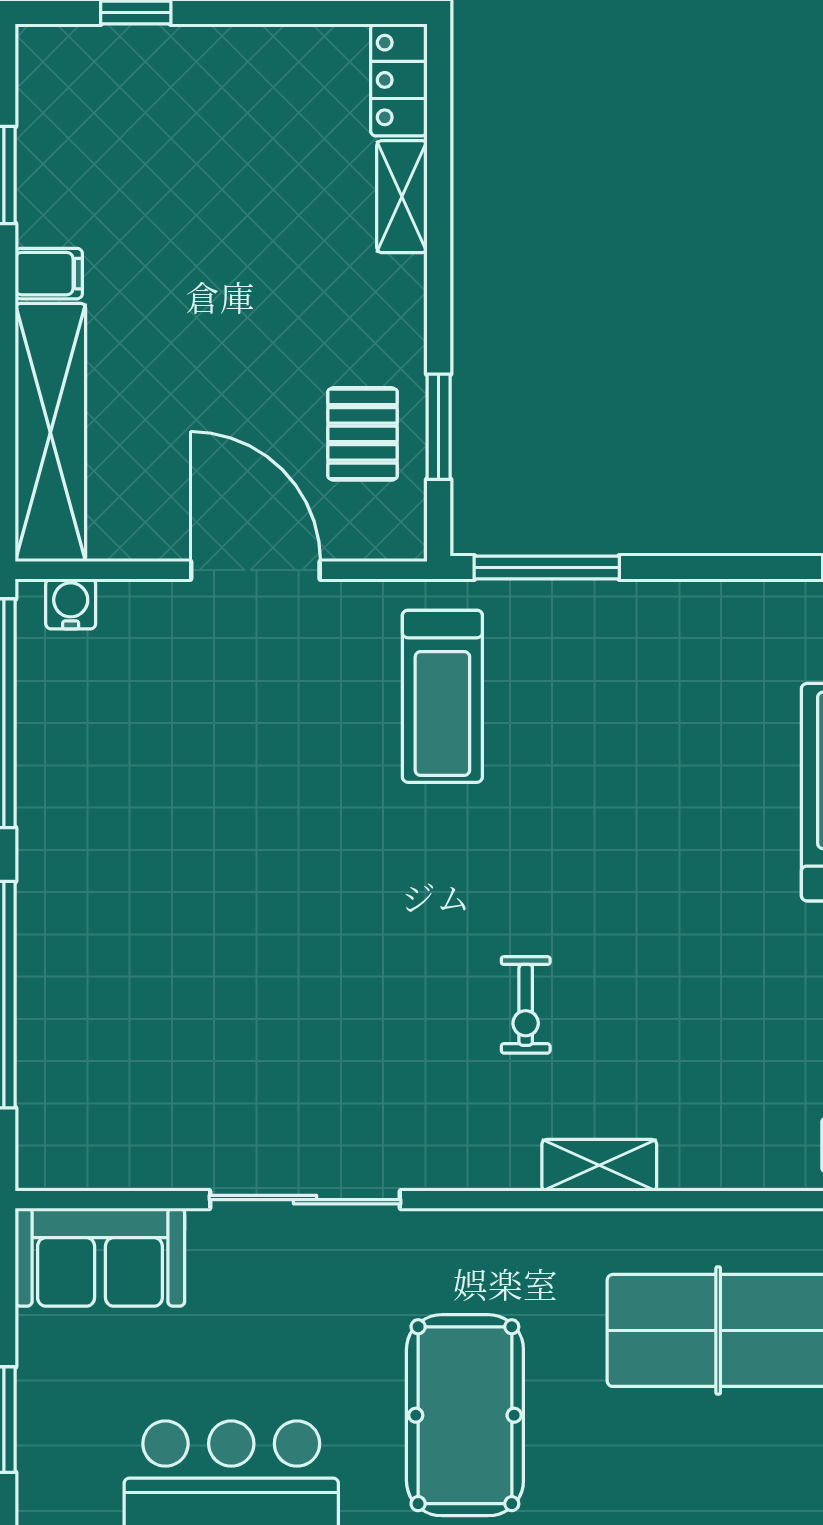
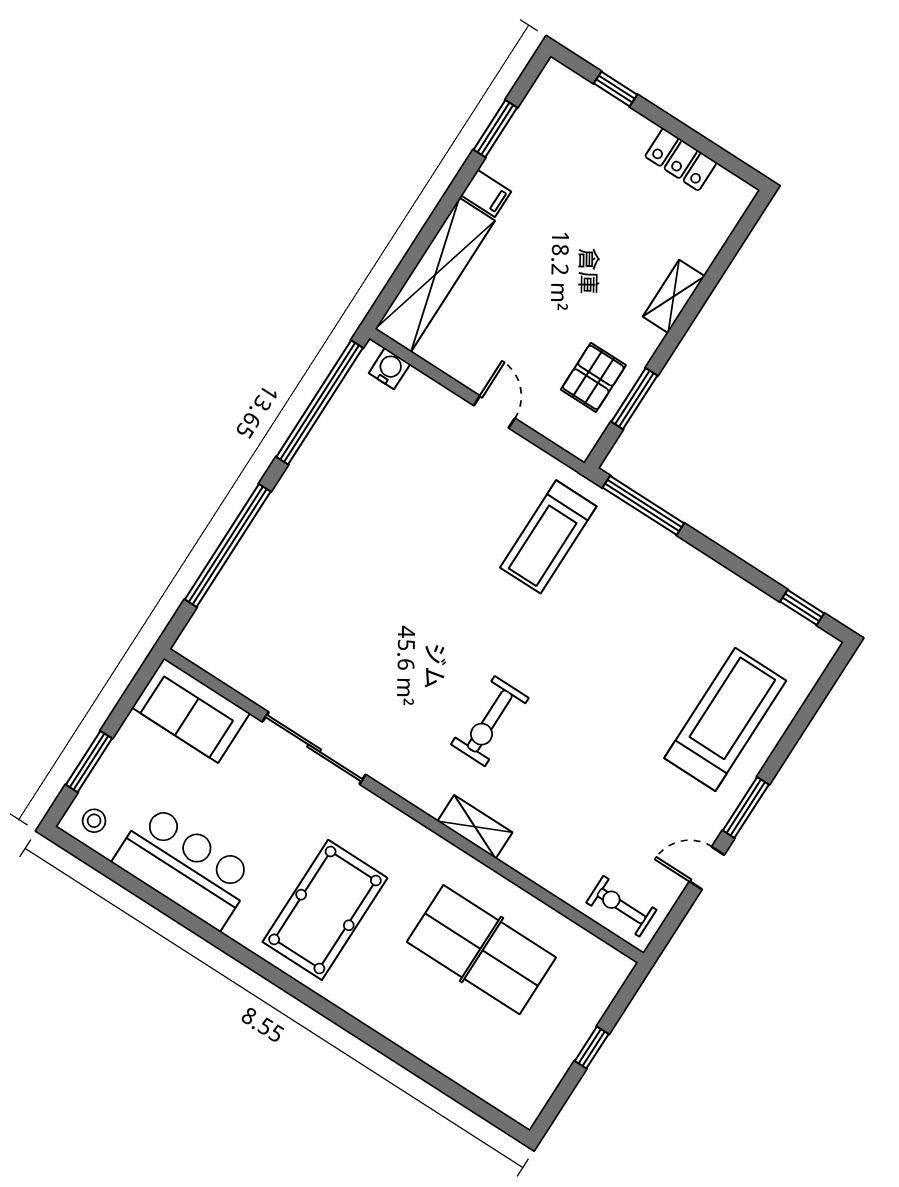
locker: (399, 80) -> (681, 159), moved, turned -90
shelving: (402, 197) -> (674, 296), moved
door: (255, 570) -> (494, 412), width x0.53
exercise bike: (526, 1005) -> (490, 721), width x1.38, depth x1.39
stool: (64, 1497) -> (94, 821), added

